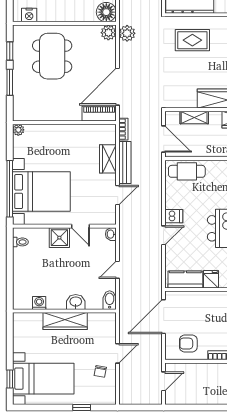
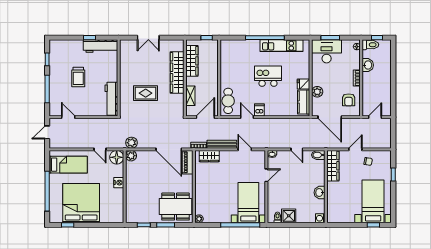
nightstand: (29, 15) -> (119, 183), moved
rug: (192, 40) -> (146, 93), moved, turned 90
dining table: (52, 56) -> (176, 207), moved
wardrobe: (108, 159) -> (209, 156), moved
bed with nightstands: (41, 192) -> (248, 203), width x0.73
door: (164, 235) -> (247, 117), moved
shower: (59, 238) -> (289, 216), moved
plant: (200, 299) -> (317, 92), added
washbasin: (76, 302) -> (319, 193), moved
washing machine: (39, 303) -> (320, 218), moved
wardrobe: (65, 321) -> (333, 166), moved
door: (118, 353) -> (355, 149), hinge flipped
door: (164, 381) -> (375, 117), hinge flipped

